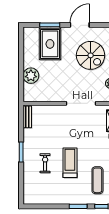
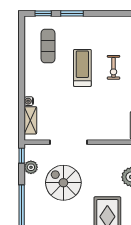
spiral stairs: (91, 55) -> (63, 183), moved
treadmill: (70, 163) -> (82, 68), turned 180

